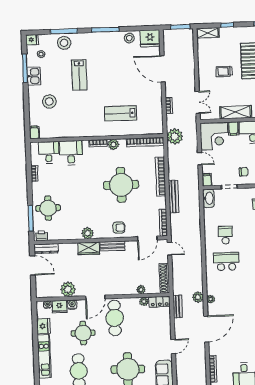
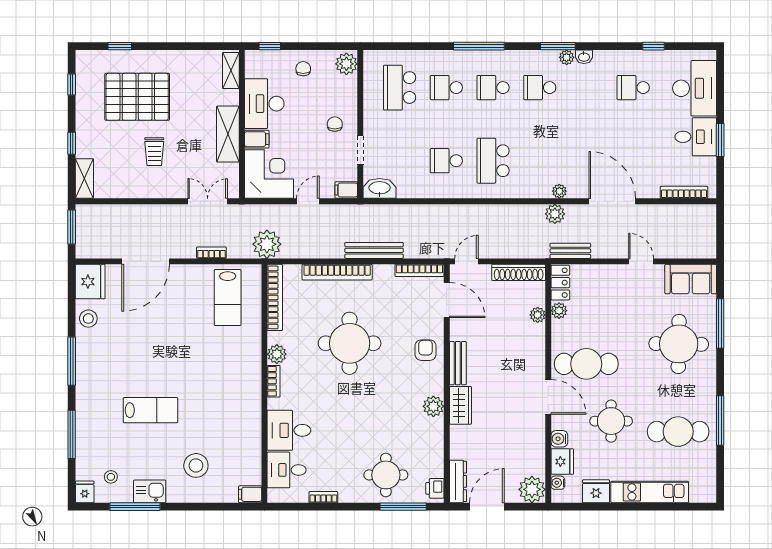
stool: (64, 43) -> (93, 435), removed
lab bench: (121, 113) -> (228, 298), moved
plant: (68, 289) -> (532, 489), moved

